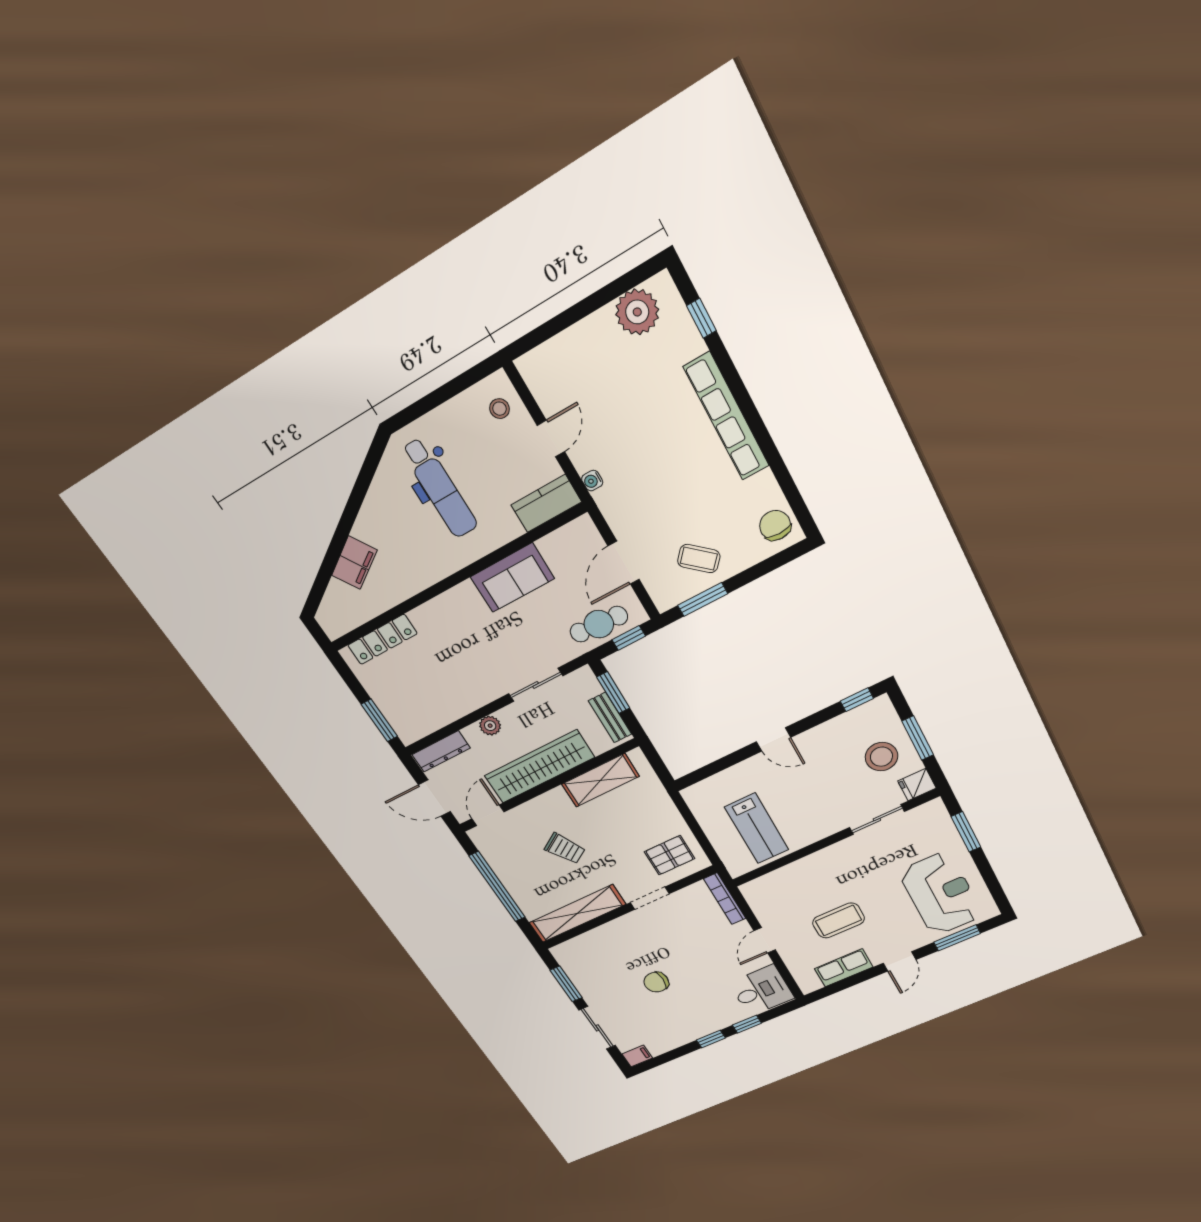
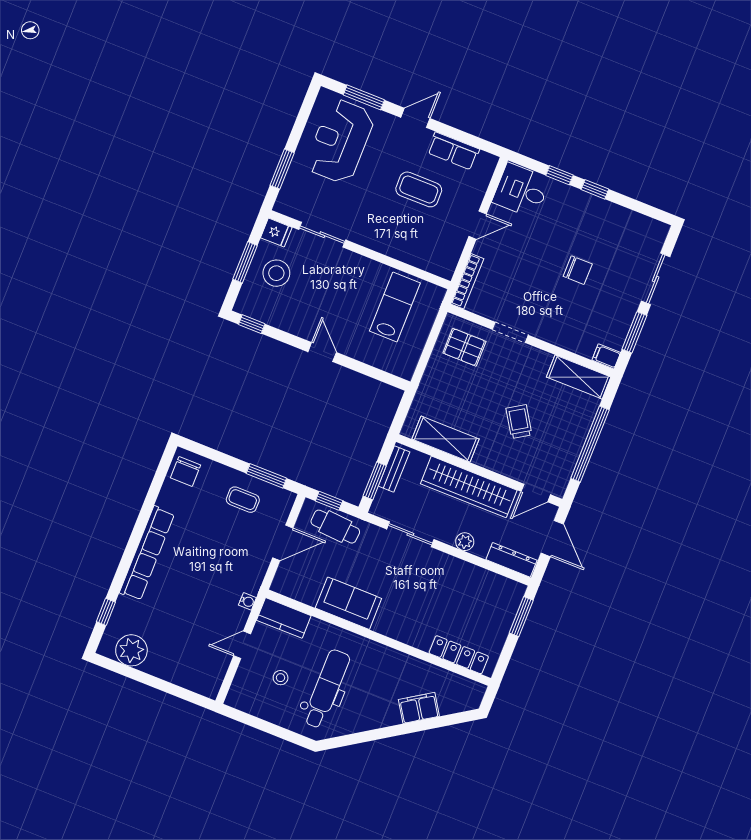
stool: (500, 409) -> (281, 678), moved
coffee table: (699, 559) -> (243, 500), turned -41
shelving: (577, 914) -> (579, 377), width x0.68
filing cabinet: (637, 1056) -> (606, 356), moved

